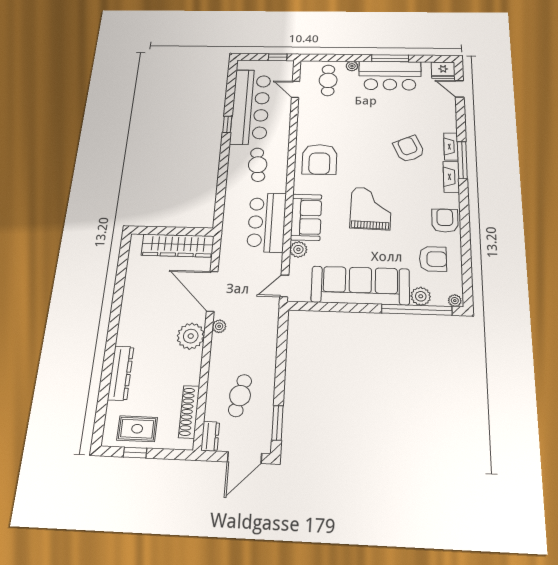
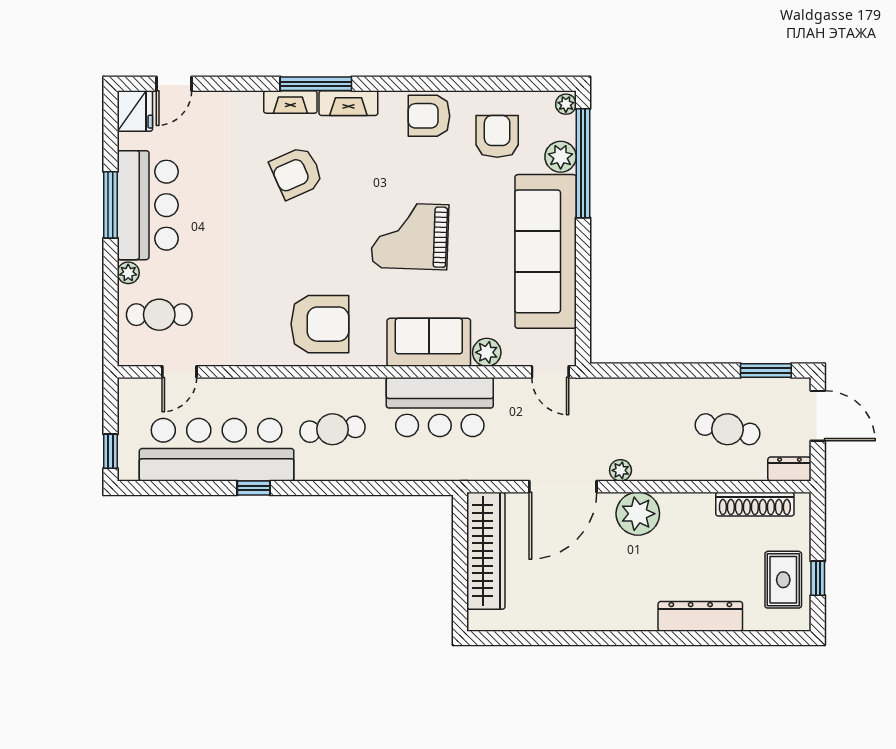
window: (278, 57) -> (111, 451), moved

